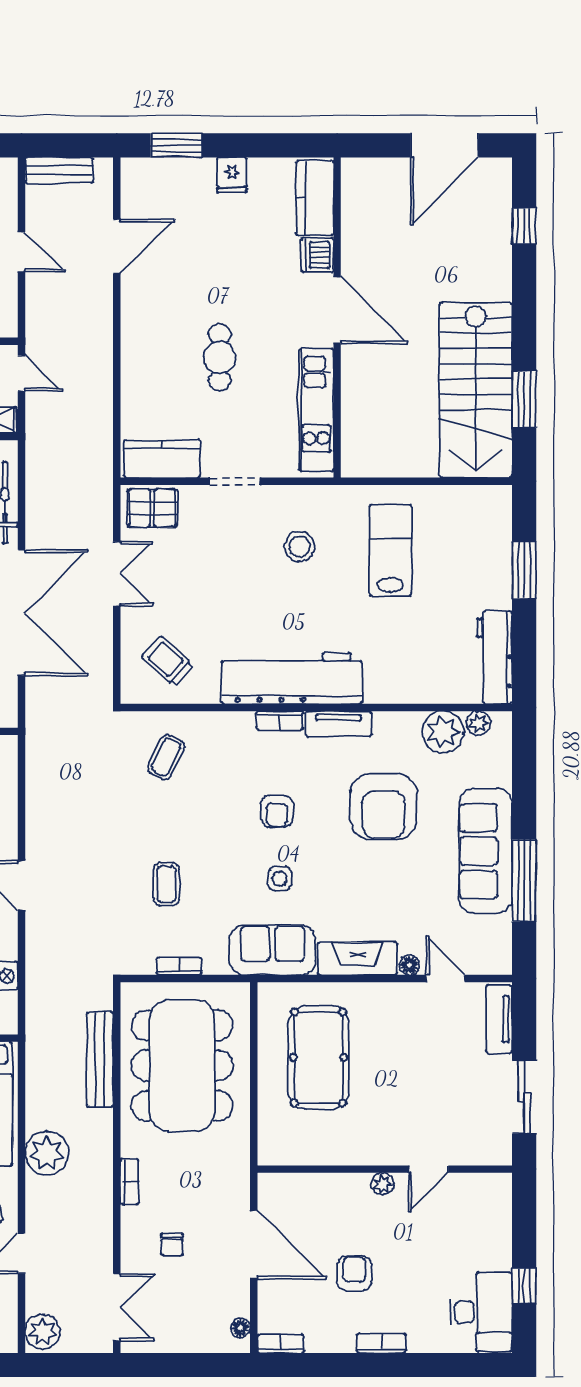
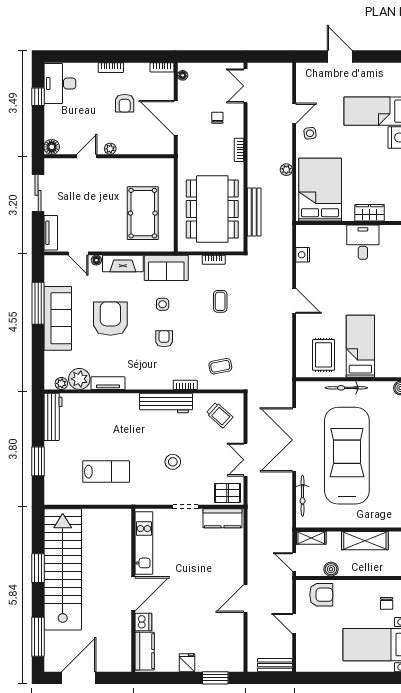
window: (524, 226) -> (38, 637), width x2.17
door: (117, 246) -> (246, 599), moved
door: (337, 310) -> (133, 594), swing flipped
cafe table: (220, 357) -> (193, 570), removed
stairs: (476, 390) -> (63, 569), width x1.36
window: (524, 399) -> (38, 568), moved
stool: (300, 547) -> (173, 462), moved
lab bench: (390, 550) -> (106, 472), turned -90
workbench: (292, 678) -> (166, 403), width x0.73, depth x0.76
bookcase: (280, 721) -> (185, 385), moved
tv unit: (338, 724) -> (108, 383), moved
coffee table: (166, 757) -> (220, 366), turned 53
armchair: (383, 807) -> (110, 319), moved
plant: (47, 1153) -> (286, 170), width x0.53, depth x0.53
floor lamp: (497, 1188) -> (52, 147), added
plant: (42, 1332) -> (283, 73), removed

